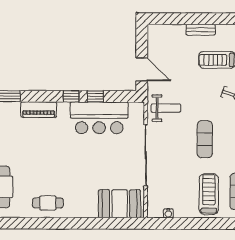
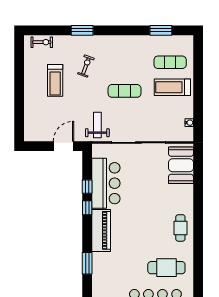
bench: (201, 30) -> (29, 95), removed
piano: (39, 110) -> (101, 230), width x1.37, depth x1.33

